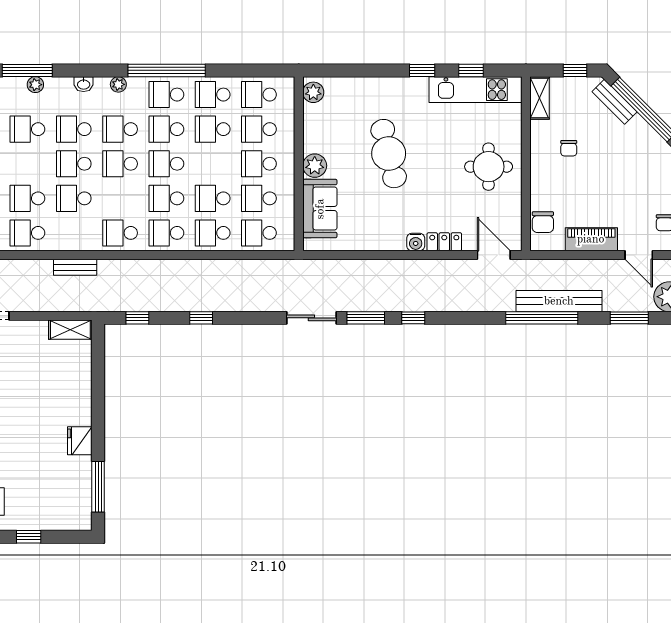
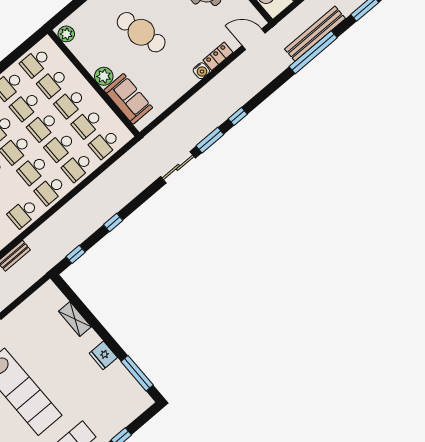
school desk: (213, 164) -> (43, 126), added
shelving: (70, 330) -> (75, 319), moved, turned 90

